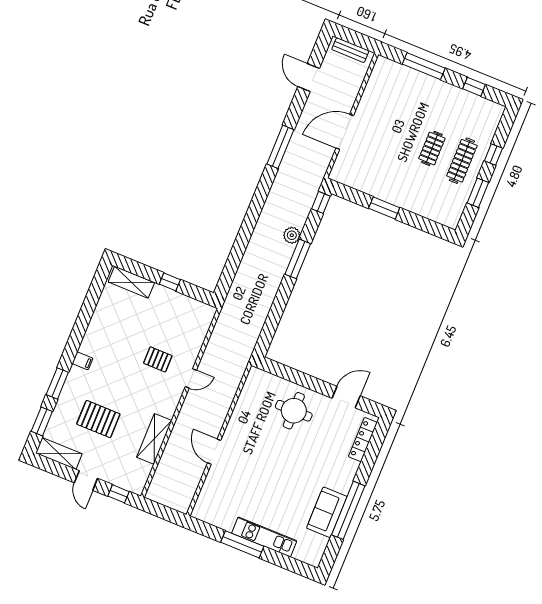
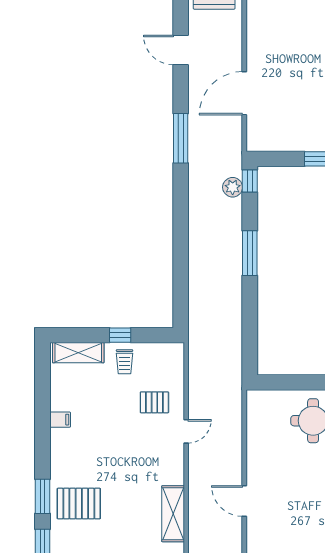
plant: (292, 235) -> (233, 187), moved
trolley: (165, 304) -> (125, 362), added
pallet: (158, 359) -> (154, 402), moved
filing cabinet: (83, 361) -> (60, 420), moved
pallet: (98, 419) -> (79, 504), moved

